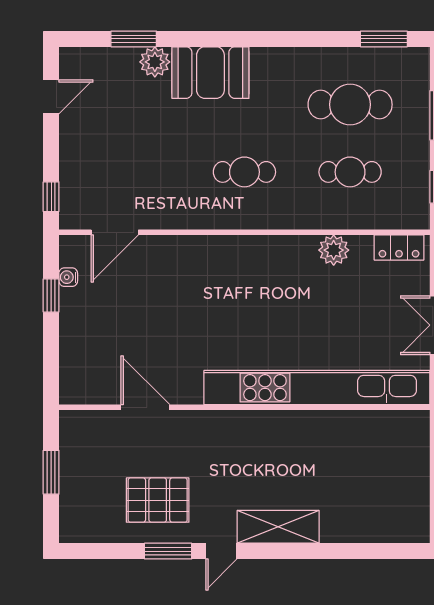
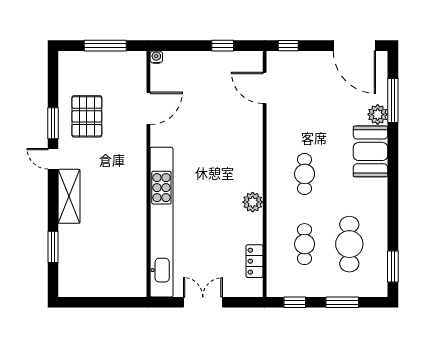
window: (134, 39) -> (393, 101), width x1.44
door: (51, 97) -> (354, 46), width x1.87
locker: (399, 247) -> (254, 261), moved
plant: (334, 250) -> (253, 202), moved
water cooler: (68, 277) -> (156, 57), moved
window: (51, 472) -> (105, 46), width x1.44
window: (354, 551) -> (53, 247), added

